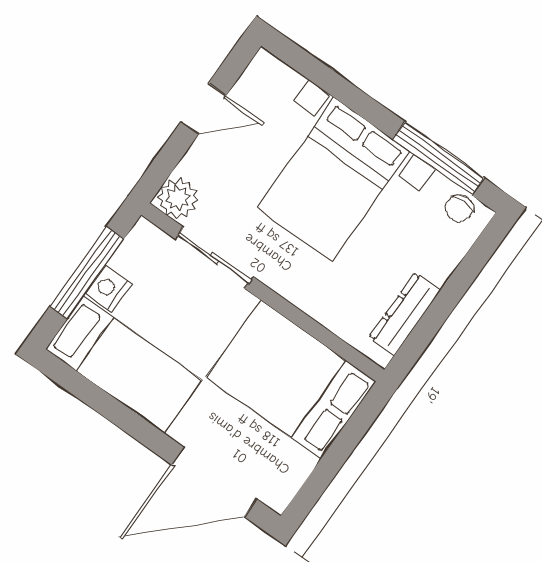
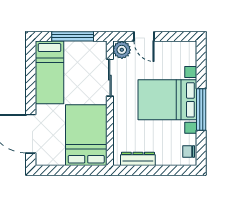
door: (203, 109) -> (144, 36), moved
window: (438, 158) -> (201, 109), moved
nightstand: (108, 289) -> (72, 48), removed

